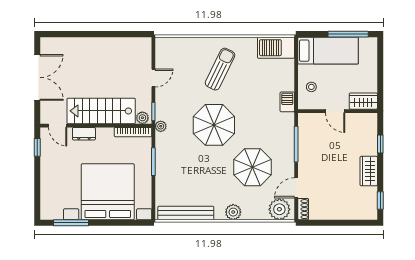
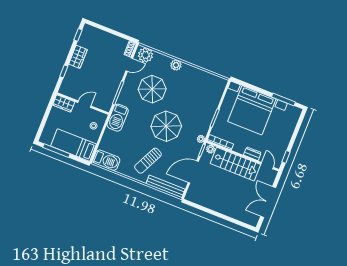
door: (153, 78) -> (193, 172), width x1.87
barbecue: (287, 102) -> (118, 118), width x1.88, depth x1.53
door: (335, 111) -> (84, 104), hinge flipped
bench: (186, 213) -> (165, 186), moved

